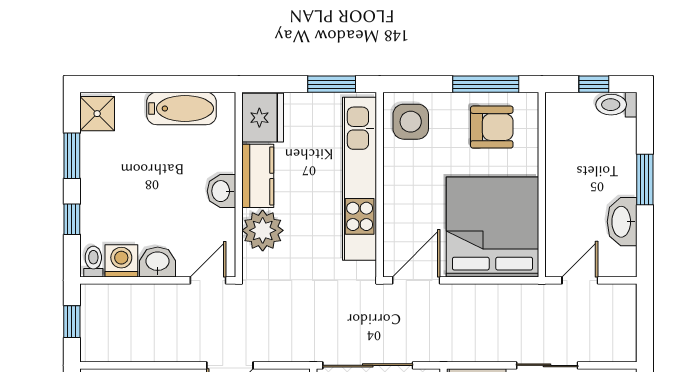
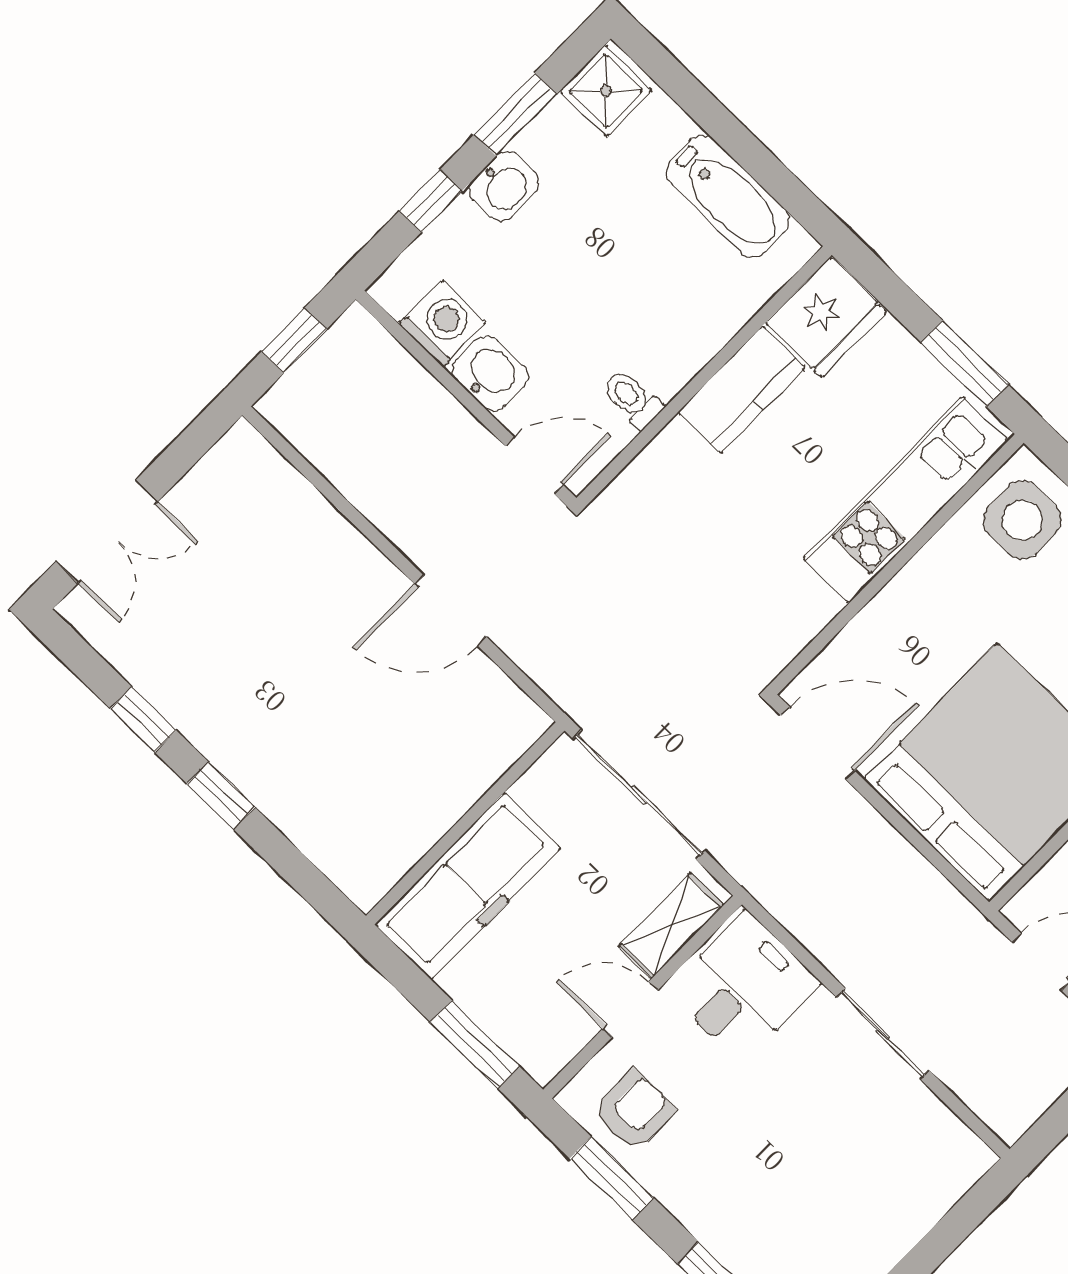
kitchen unit: (360, 179) -> (905, 500), width x0.73
washbasin: (222, 191) -> (504, 186), moved, turned 180
plant: (263, 230) -> (675, 471), removed
toilet: (93, 262) -> (632, 399), moved, turned -90

